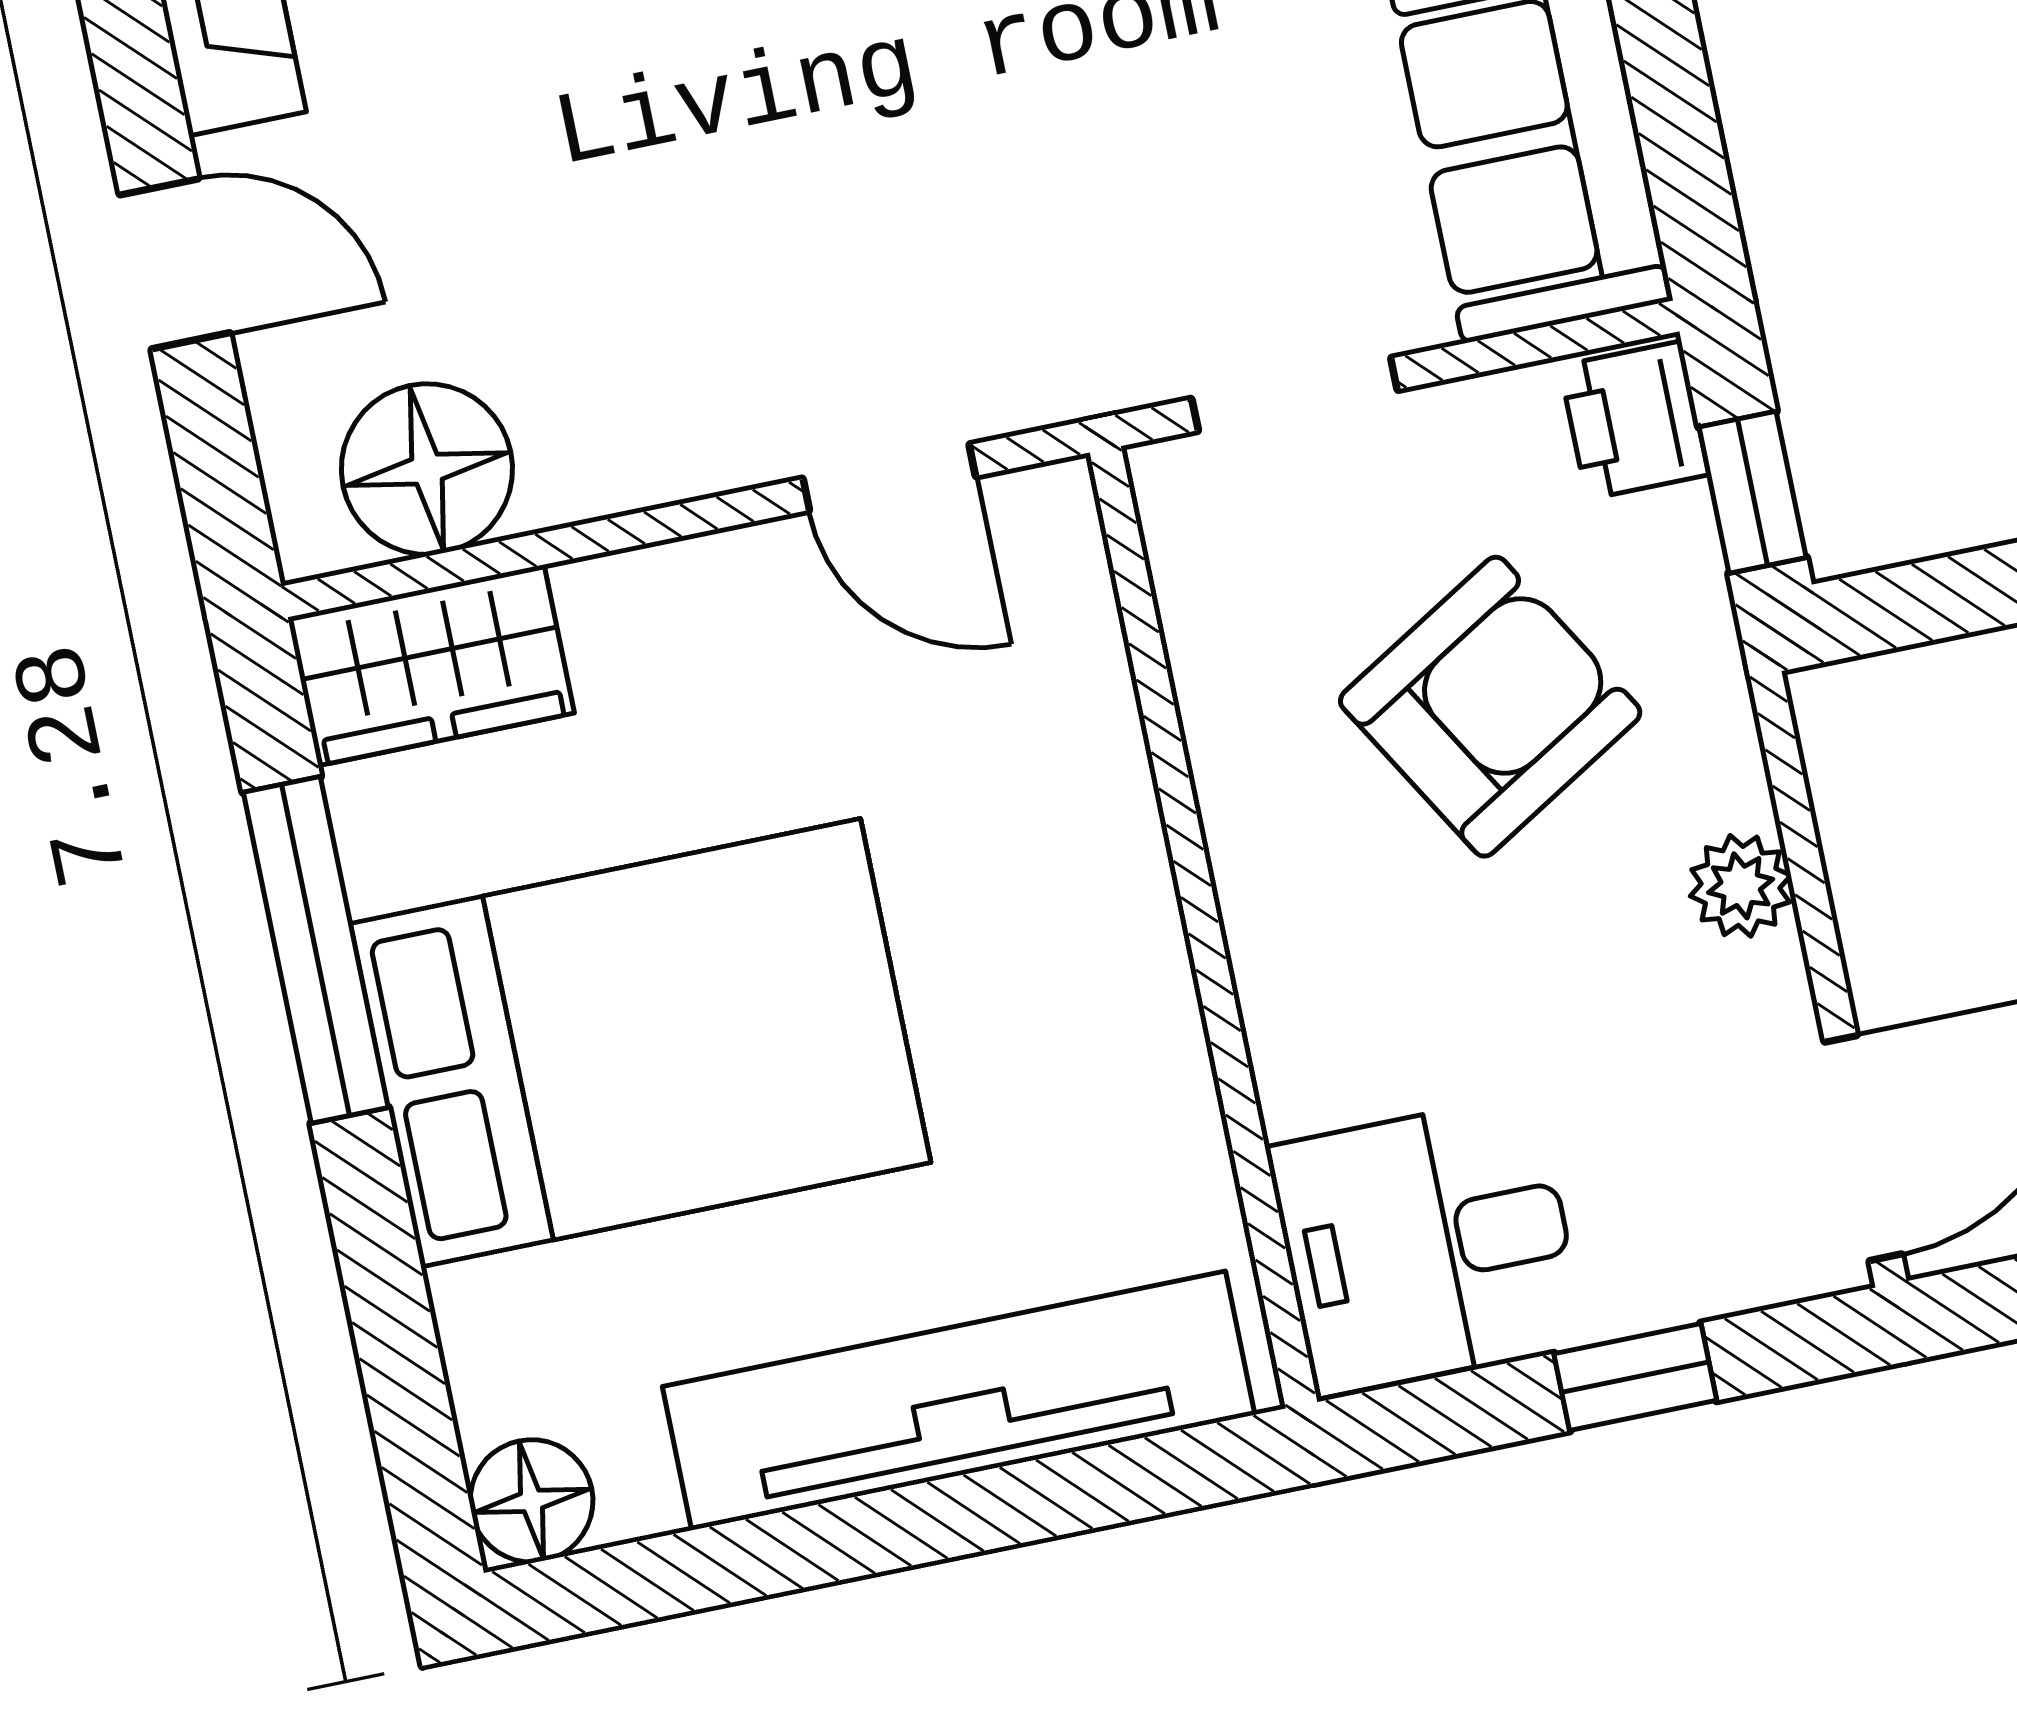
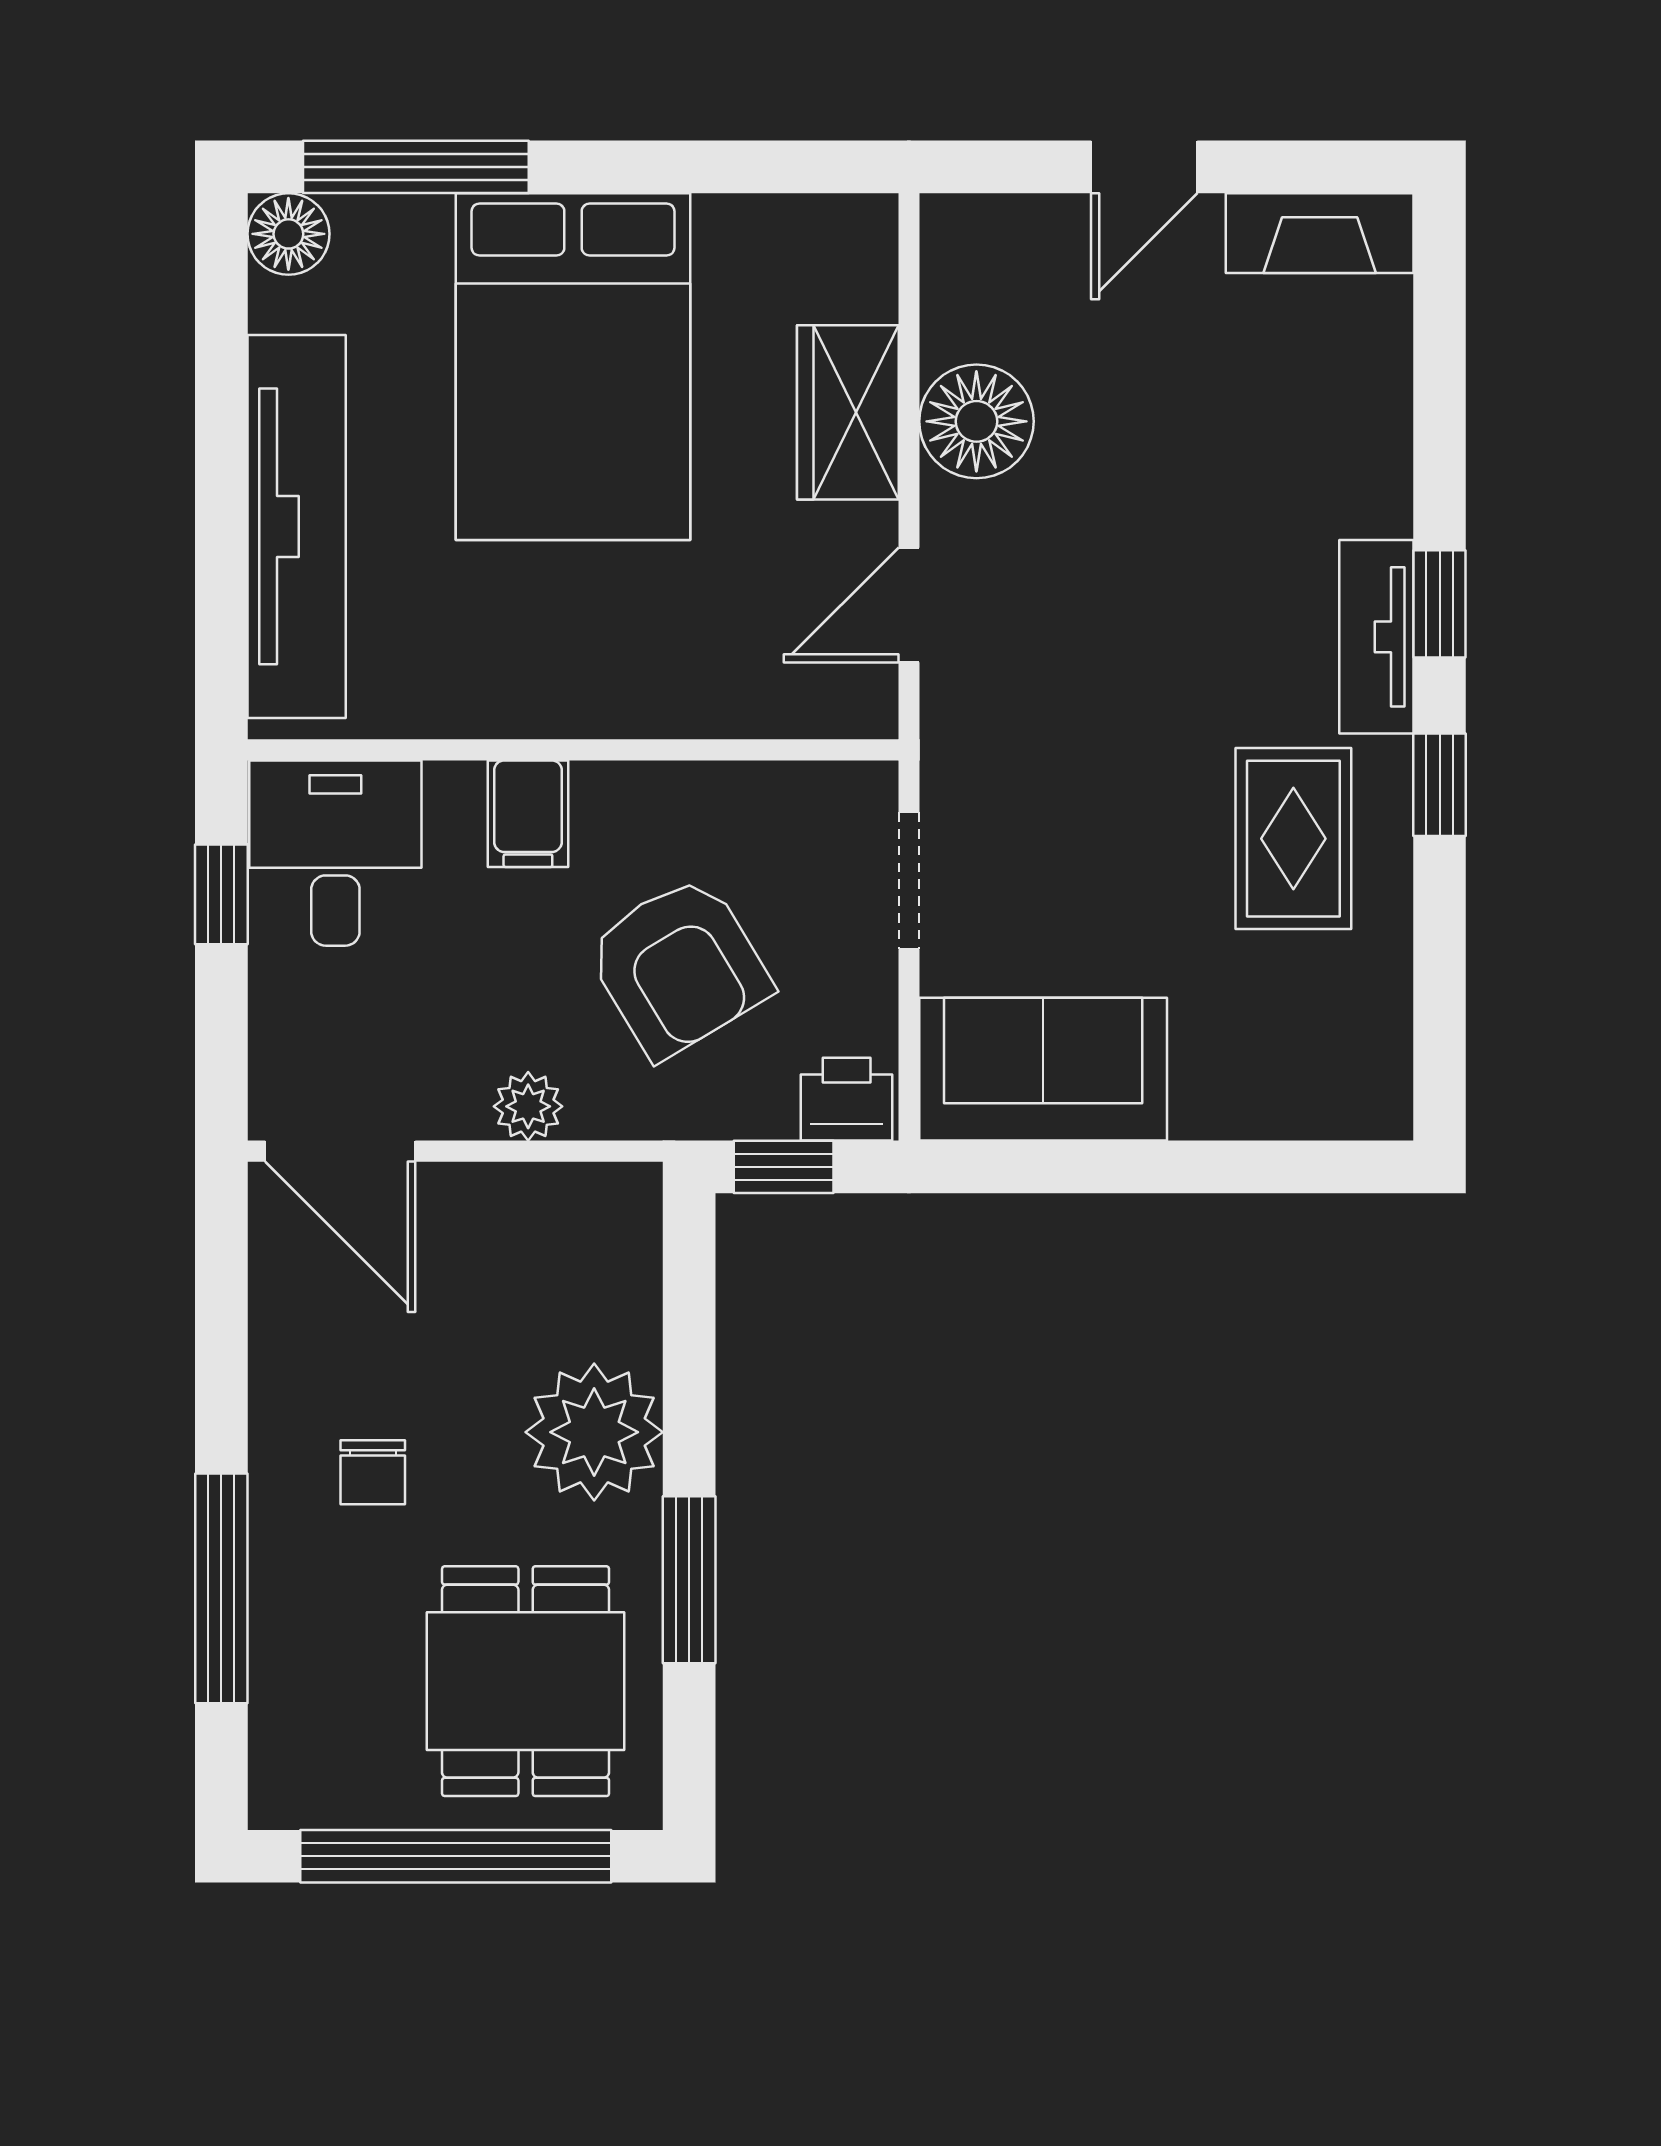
floor lamp: (427, 469) -> (976, 421), moved
wardrobe: (431, 665) -> (848, 412), moved
window: (316, 950) -> (416, 167), moved
filing cabinet: (1311, 974) -> (528, 814), added
window: (1635, 1377) -> (221, 894), moved

